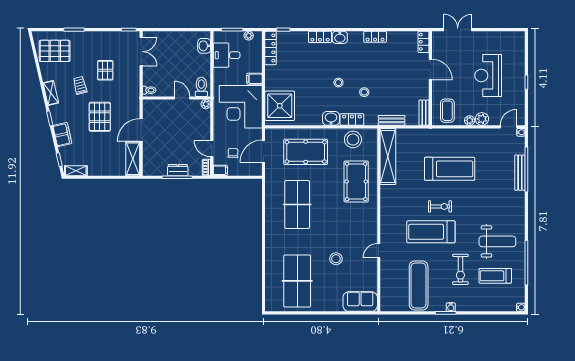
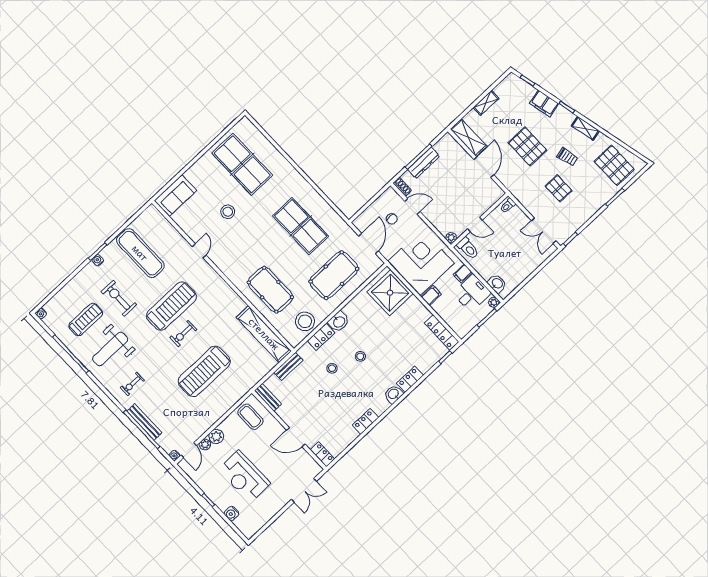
plant: (249, 36) -> (494, 302), moved
pallet: (55, 51) -> (614, 165), turned 90
water cooler: (519, 59) -> (231, 513), added
reception desk: (488, 75) -> (244, 476), turned 180
plant: (470, 120) -> (205, 445), moved
dresser: (178, 170) -> (424, 163), width x1.44
filing cabinet: (220, 170) -> (463, 273), moved
shelving: (76, 171) -> (486, 103), moved
exercise bike: (504, 205) -> (132, 384), added

